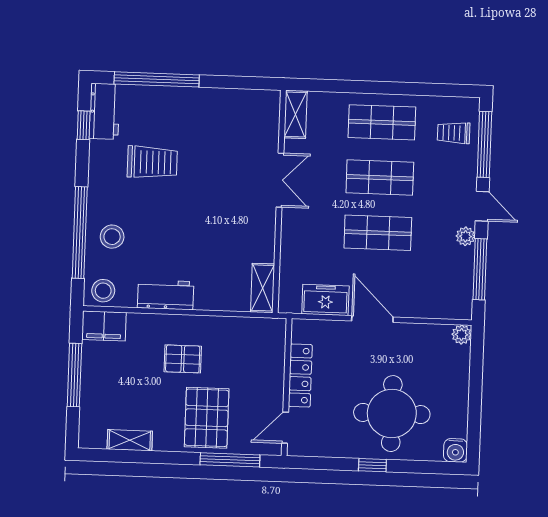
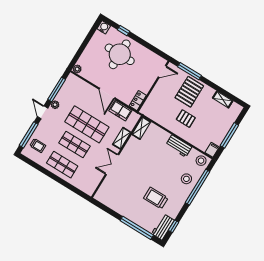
shelving: (296, 114) -> (122, 138), moved
shop shelf: (378, 233) -> (87, 124), width x1.43, depth x1.36
filing cabinet: (104, 326) -> (212, 150), width x0.50
locker: (300, 375) -> (138, 101), moved, width x0.66
window: (372, 465) -> (124, 31), moved

